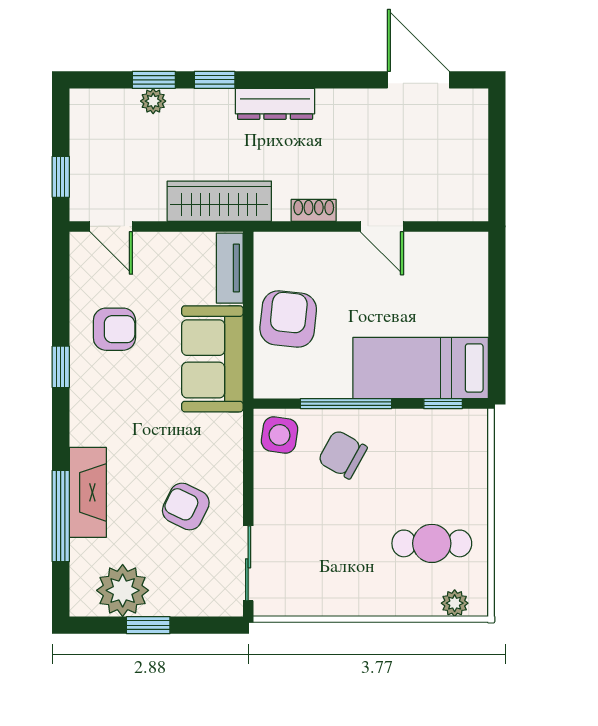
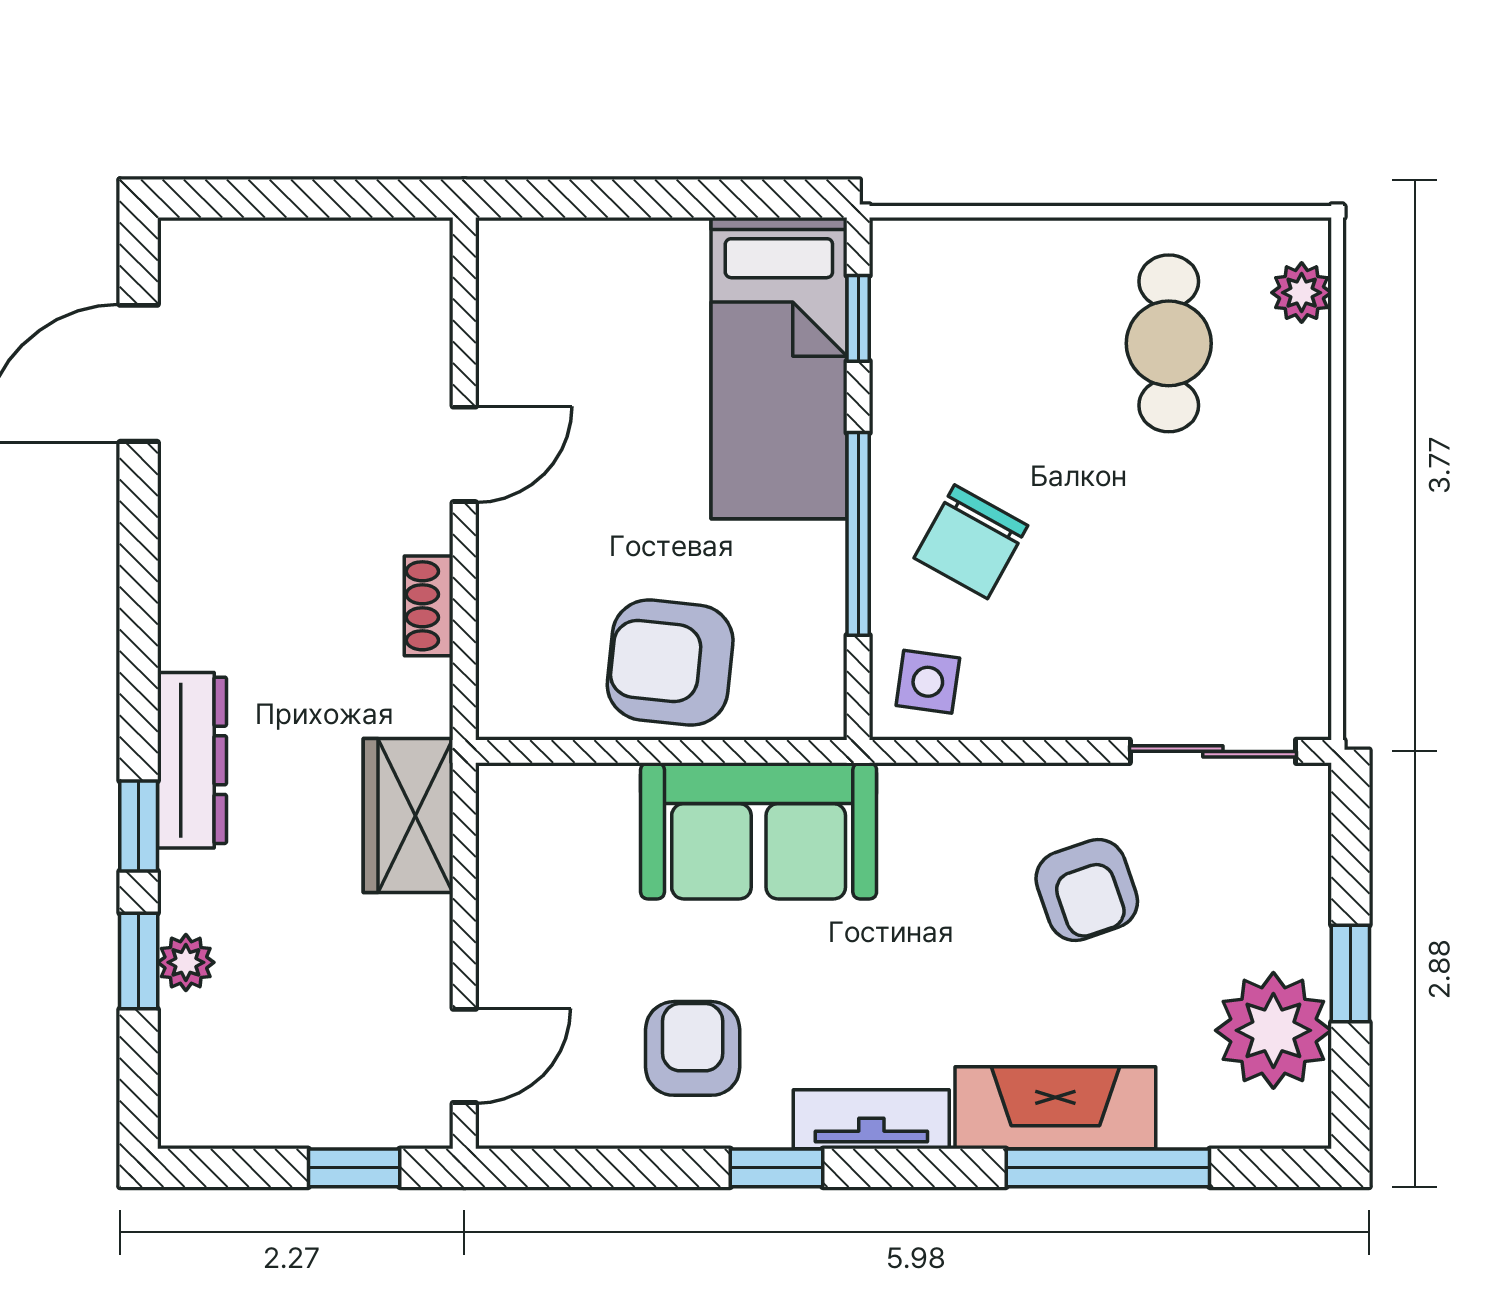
dresser: (275, 104) -> (192, 760), moved
wardrobe: (219, 201) -> (408, 816), width x0.67
tv unit: (230, 268) -> (871, 1119), moved, turned 180
side table: (280, 435) -> (928, 682), width x0.73, depth x0.73
armchair: (186, 507) -> (1087, 890), turned -45

